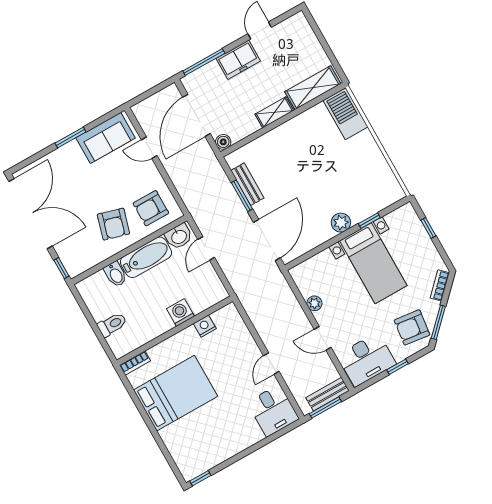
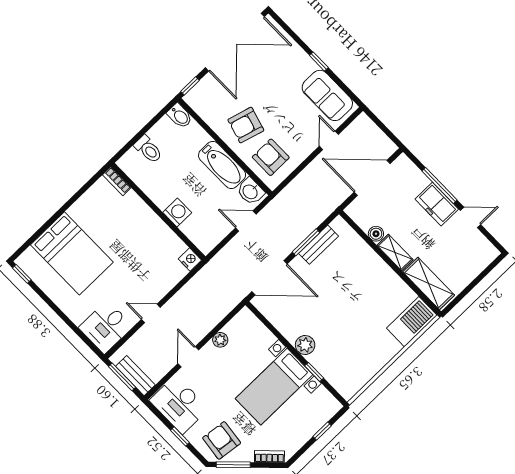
window: (204, 62) -> (440, 186), moved
window: (70, 137) -> (319, 61), width x0.67
boiler: (223, 142) -> (376, 234), moved
bidet: (115, 274) -> (180, 116), moved, turned -90
nightstand: (205, 326) -> (190, 260), moved
bed: (176, 393) -> (72, 253), moved

